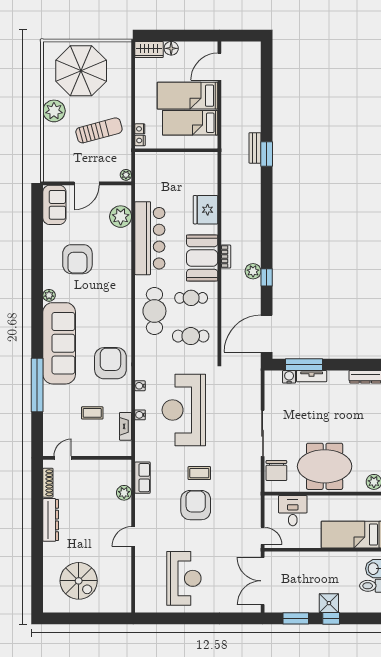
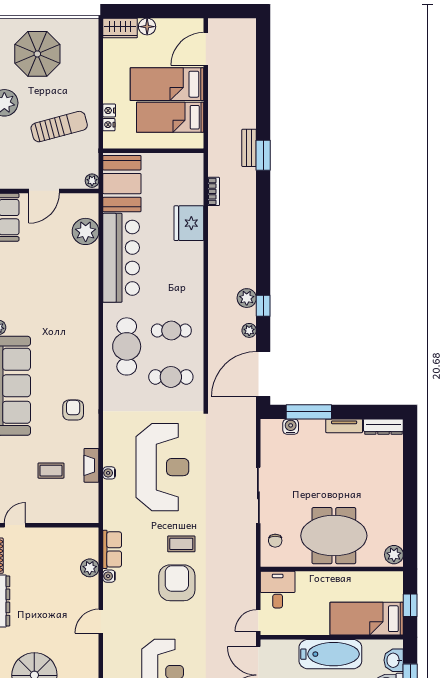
parasol: (81, 71) -> (37, 54), width x0.73, depth x0.73
nightstand: (140, 141) -> (109, 110), moved
bookcase: (226, 257) -> (214, 191), moved
booth: (202, 258) -> (122, 184), moved
armchair: (77, 259) -> (33, 283), removed
plant: (255, 298) -> (249, 330), added
armchair: (110, 363) -> (73, 410), width x0.53, depth x0.53
tv unit: (312, 376) -> (344, 426), moved
water cooler: (140, 386) -> (109, 576), moved
reception desk: (184, 410) -> (162, 467), turned 180
fireplace: (126, 426) -> (91, 465), moved
chair: (276, 470) -> (275, 541), width x0.54, depth x0.54
desk: (293, 511) -> (278, 590), moved
door: (263, 536) -> (258, 620), swing flipped
bathtub: (322, 564) -> (330, 654), added

